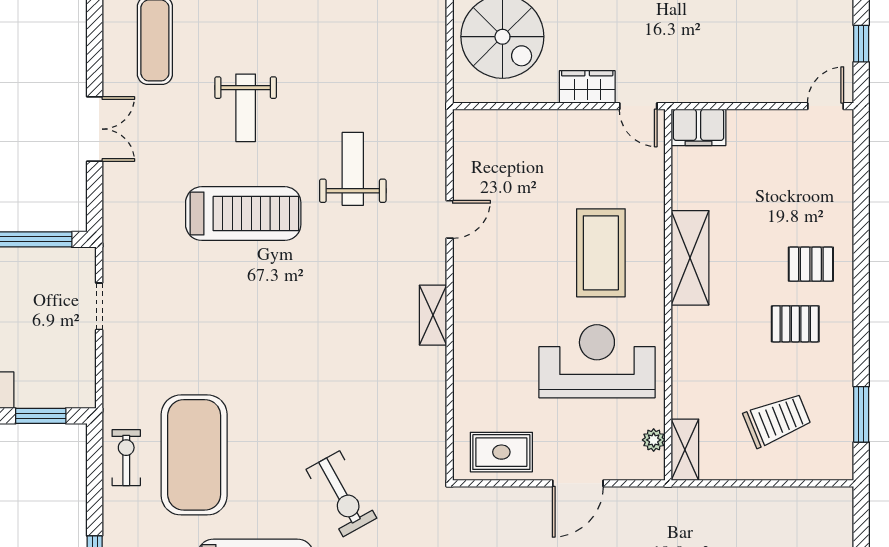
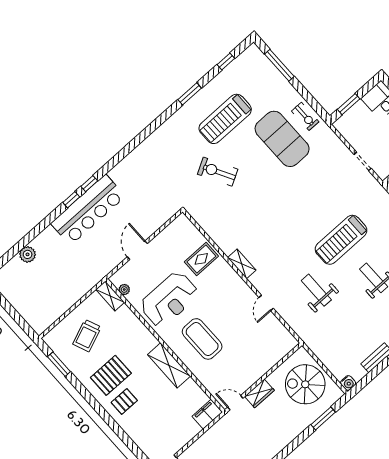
weight bench: (353, 169) -> (316, 290), turned 180
pallet: (795, 324) -> (111, 375), width x1.50, depth x1.42
rug: (501, 452) -> (201, 259), moved

